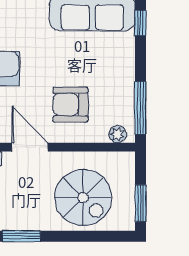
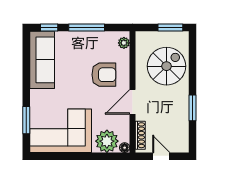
armchair: (70, 104) -> (104, 75), turned -90
window: (140, 108) -> (87, 28), moved

